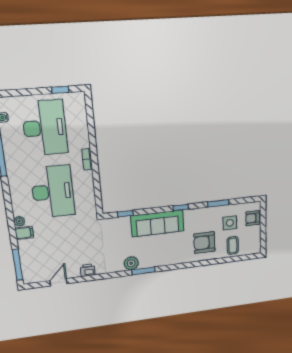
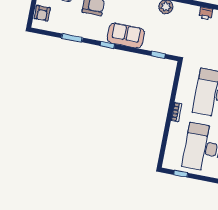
armchair: (253, 218) -> (42, 13), turned 90
sofa: (157, 223) -> (126, 36), width x0.73
side table: (230, 223) -> (65, 16), removed

